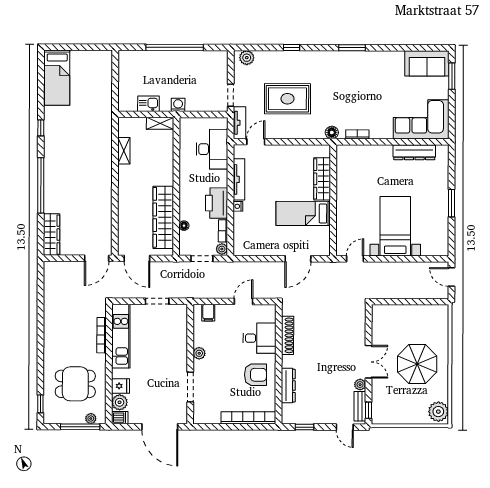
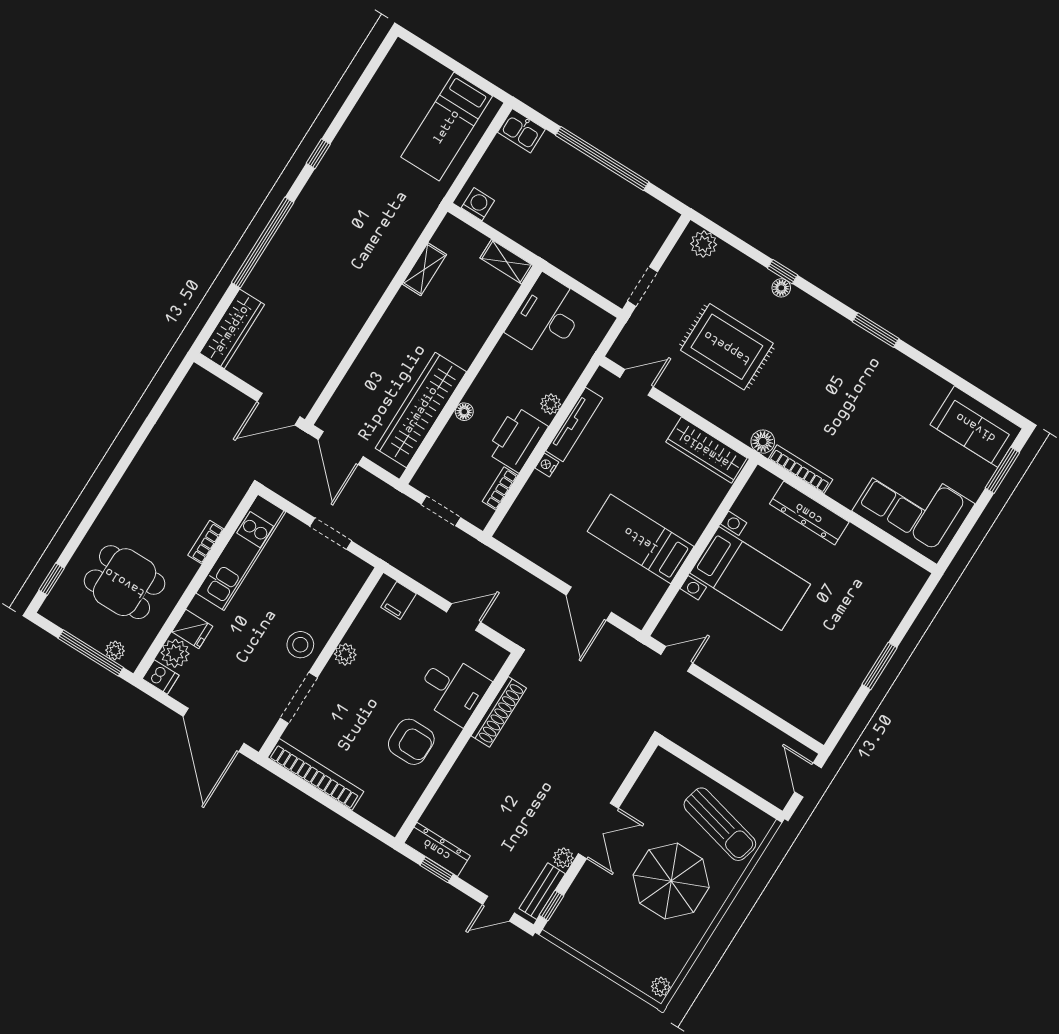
floor lamp: (296, 55) -> (781, 288), added
bed: (57, 78) -> (447, 127), moved
kitchen sink: (148, 104) -> (521, 131), moved, turned 180
washing machine: (178, 105) -> (478, 204), moved
tv unit: (240, 123) -> (630, 338), removed
bookcase: (357, 134) -> (801, 469), width x1.56
desk: (212, 149) -> (547, 317), moved, turned 180
dresser: (414, 152) -> (809, 513), moved
wardrobe: (322, 179) -> (706, 450), moved, turned -90
floor lamp: (184, 226) -> (464, 412), moved
bed with nightstands: (395, 226) -> (750, 579), moved, turned 90
plant: (222, 249) -> (551, 404), moved
door: (298, 259) -> (589, 604), hinge flipped
sun lounger: (423, 323) -> (720, 824), added
bookcase: (102, 335) -> (206, 542), width x0.64
stool: (175, 362) -> (300, 645), added
dresser: (288, 386) -> (437, 849), moved, turned -90
plant: (438, 412) -> (661, 987), width x0.53, depth x0.53
bookcase: (248, 418) -> (316, 774), moved
door: (345, 427) -> (499, 909), hinge flipped

